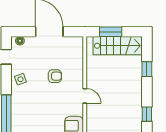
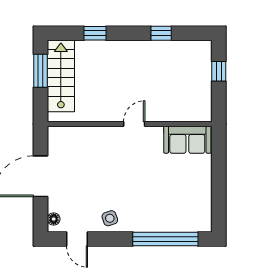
window: (111, 32) -> (40, 71), moved
armchair: (55, 76) -> (105, 168), removed

